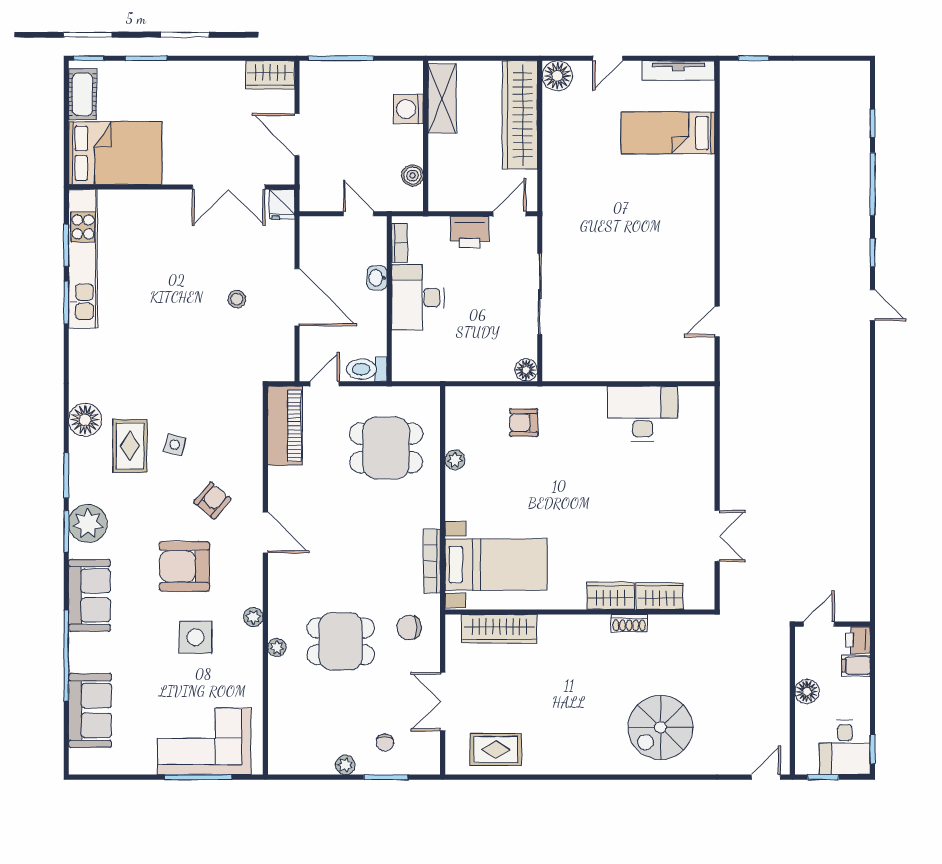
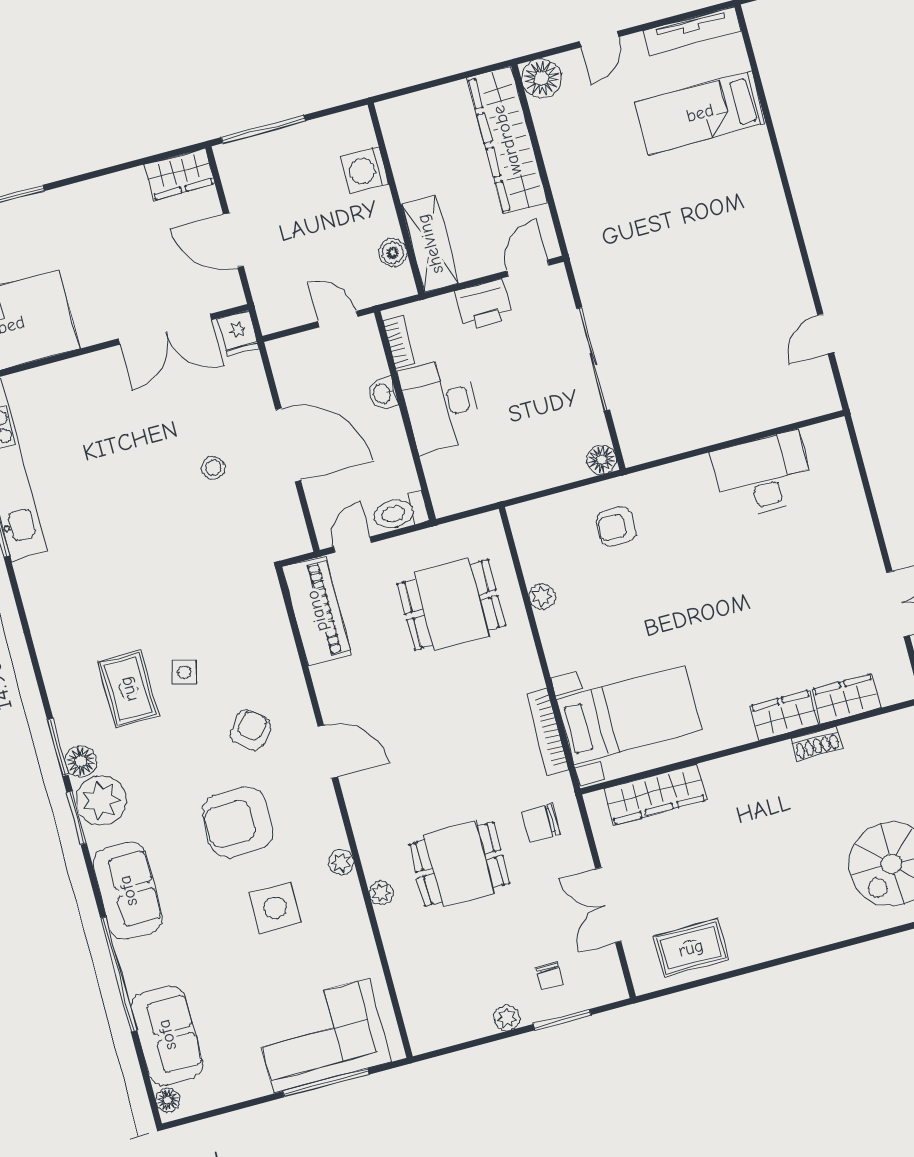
shelving: (442, 98) -> (430, 244), moved
floor lamp: (85, 420) -> (81, 761), moved, width x0.73, depth x0.73
floor lamp: (78, 758) -> (168, 1100), added

